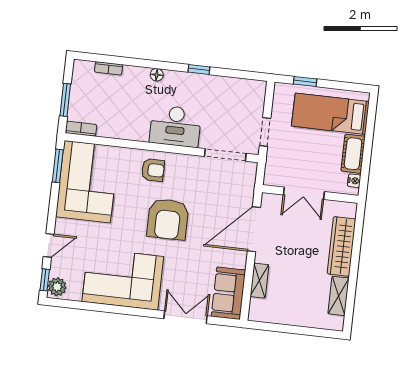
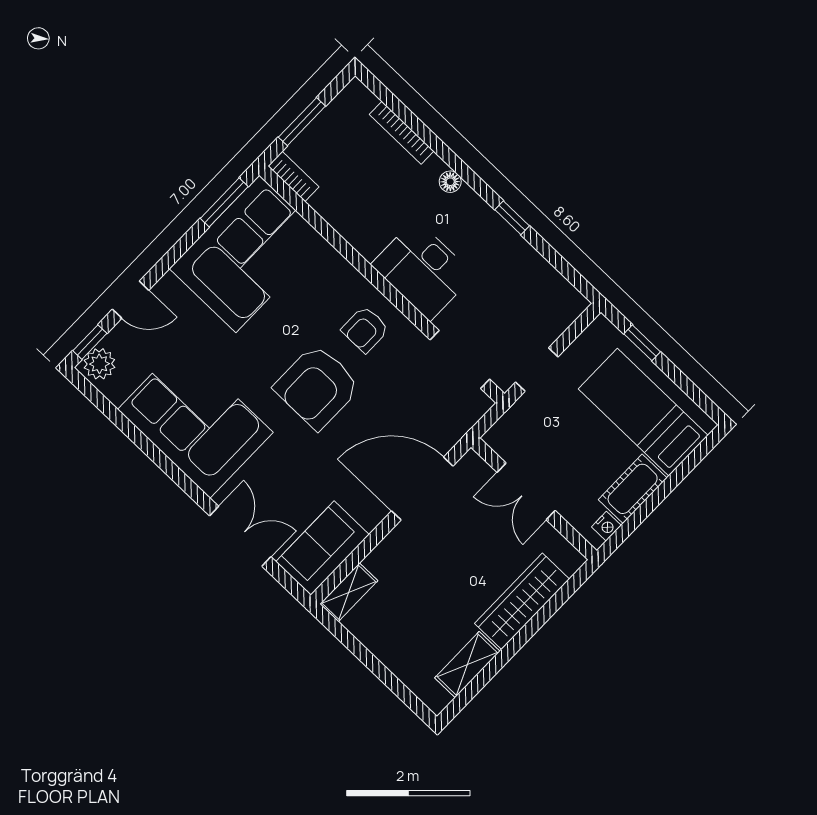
bookcase: (109, 68) -> (402, 133), width x1.56
armchair: (153, 170) -> (365, 329), moved, turned 90
shelving: (259, 281) -> (349, 592), moved

